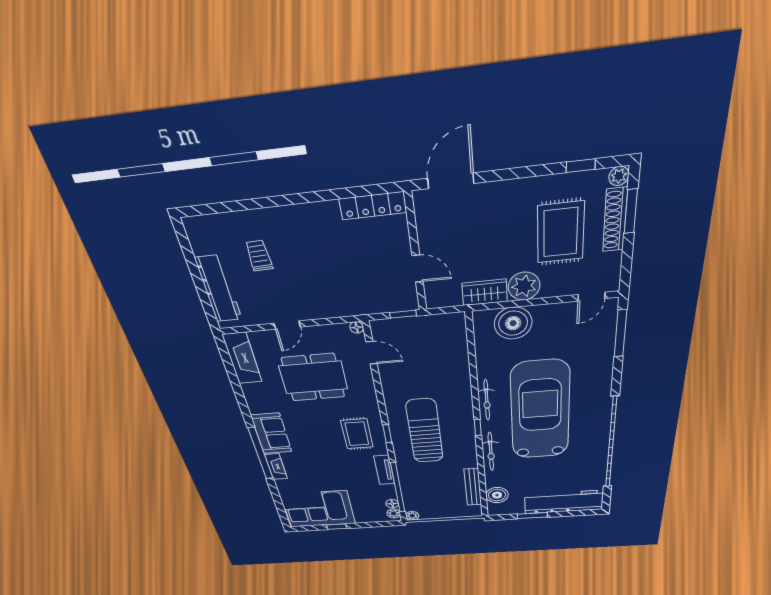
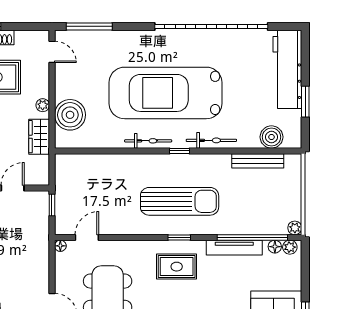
plant: (524, 286) -> (43, 105), width x0.53, depth x0.53
sun lounger: (425, 431) -> (180, 201), turned 180
tv unit: (384, 470) -> (234, 248), width x1.41

